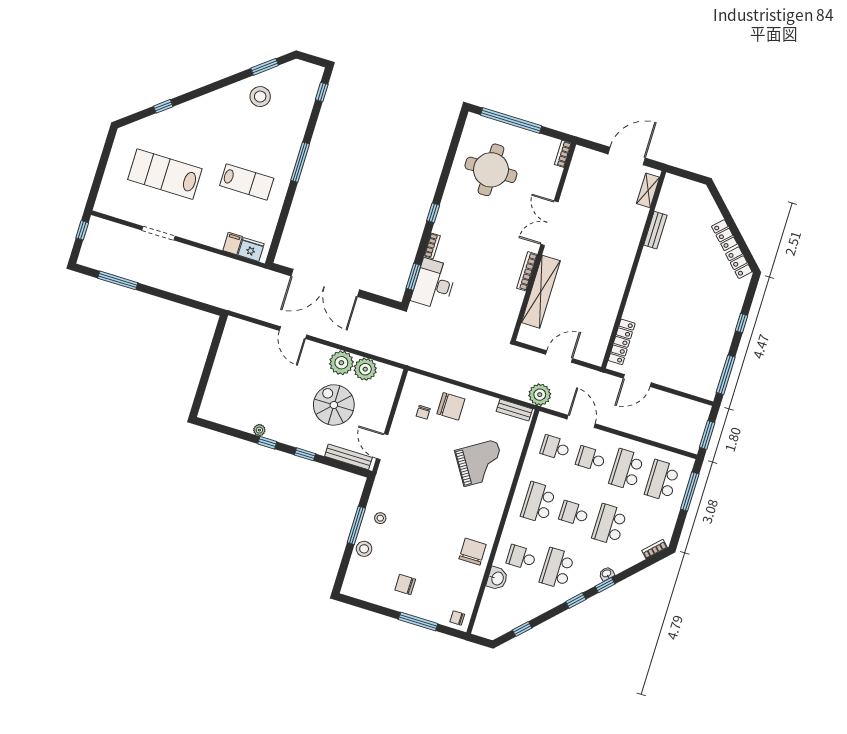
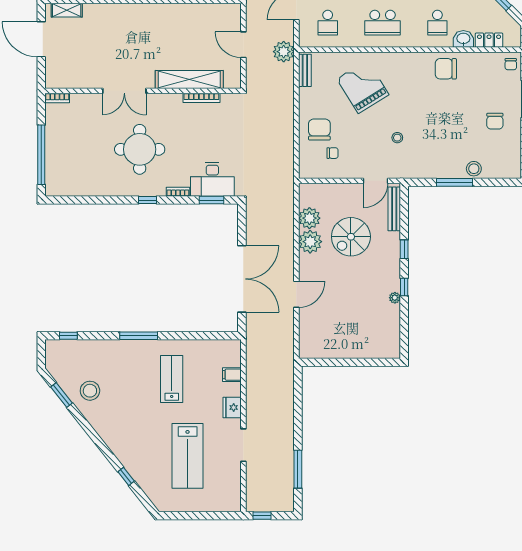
round table: (491, 170) -> (140, 149), moved
fridge: (251, 249) -> (232, 407), moved
bookcase: (527, 271) -> (201, 98), moved
stool: (380, 518) -> (397, 138), moved
locker: (488, 604) -> (489, 40), added

